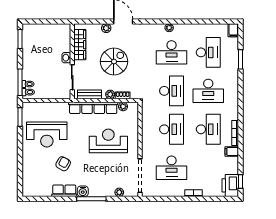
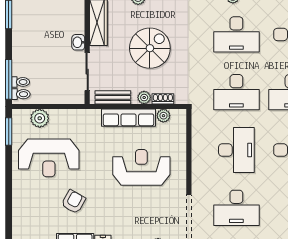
desk: (172, 91) -> (236, 92), turned 90
plant: (41, 108) -> (40, 118), added
row of seats: (93, 108) -> (129, 118), width x0.73

